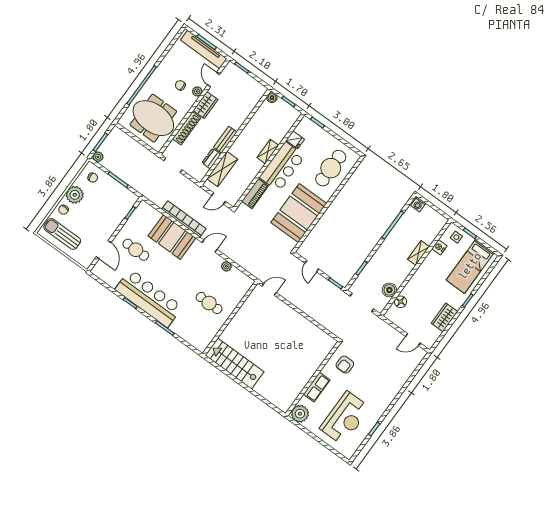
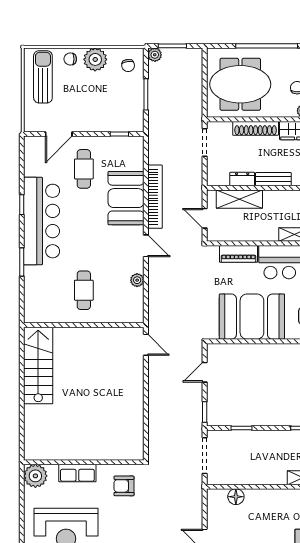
meeting table: (153, 118) -> (240, 84), turned 90
boiler: (389, 290) -> (240, 475), removed

